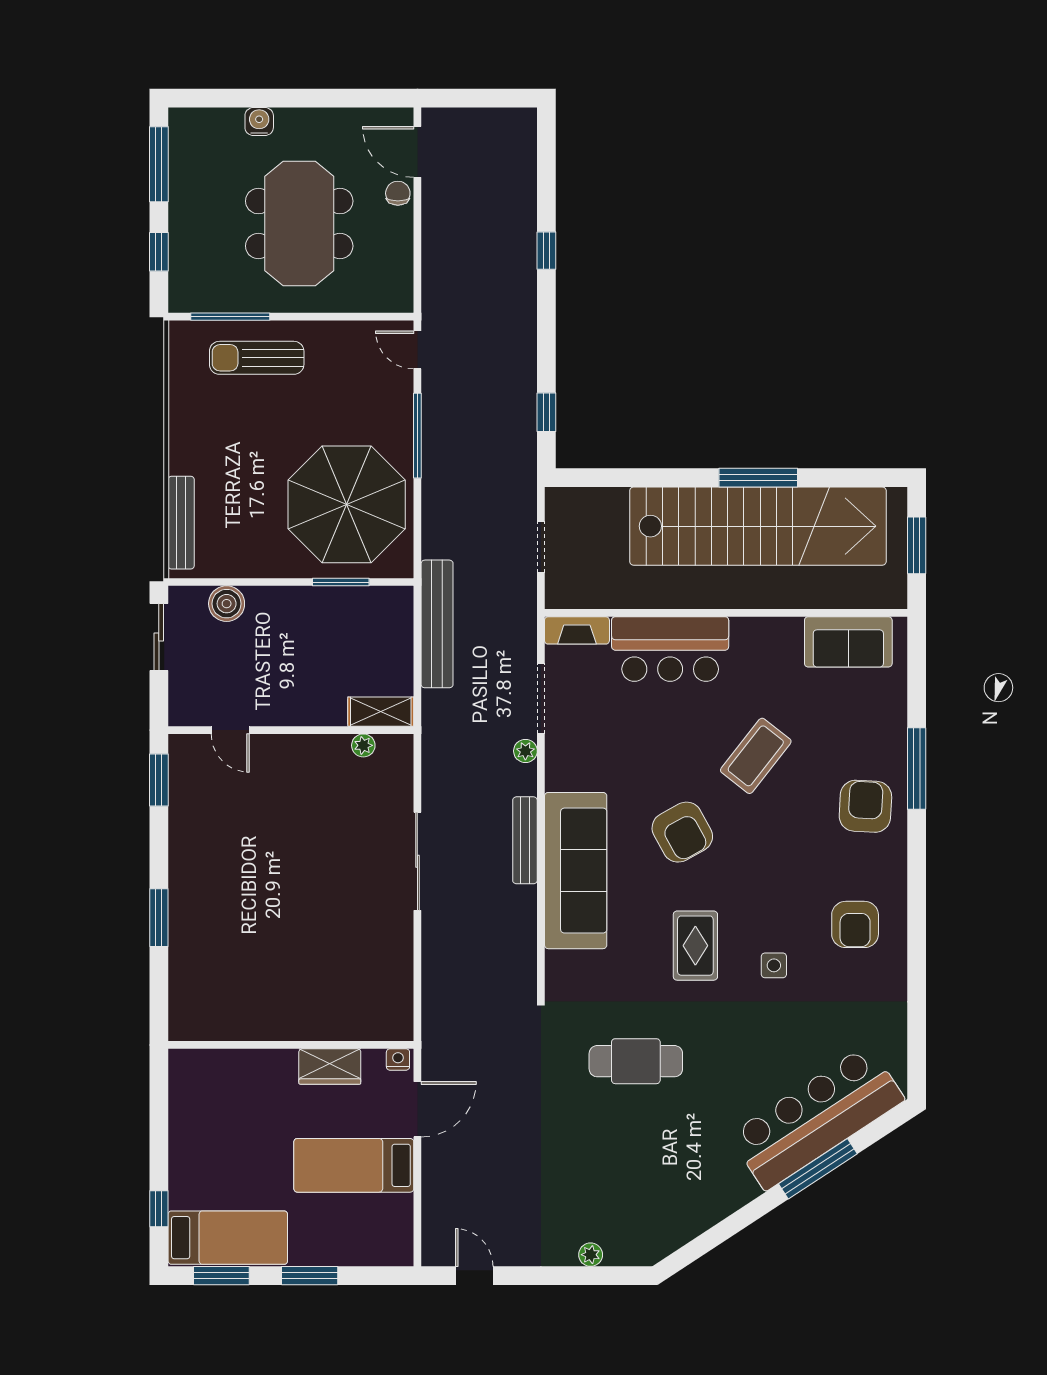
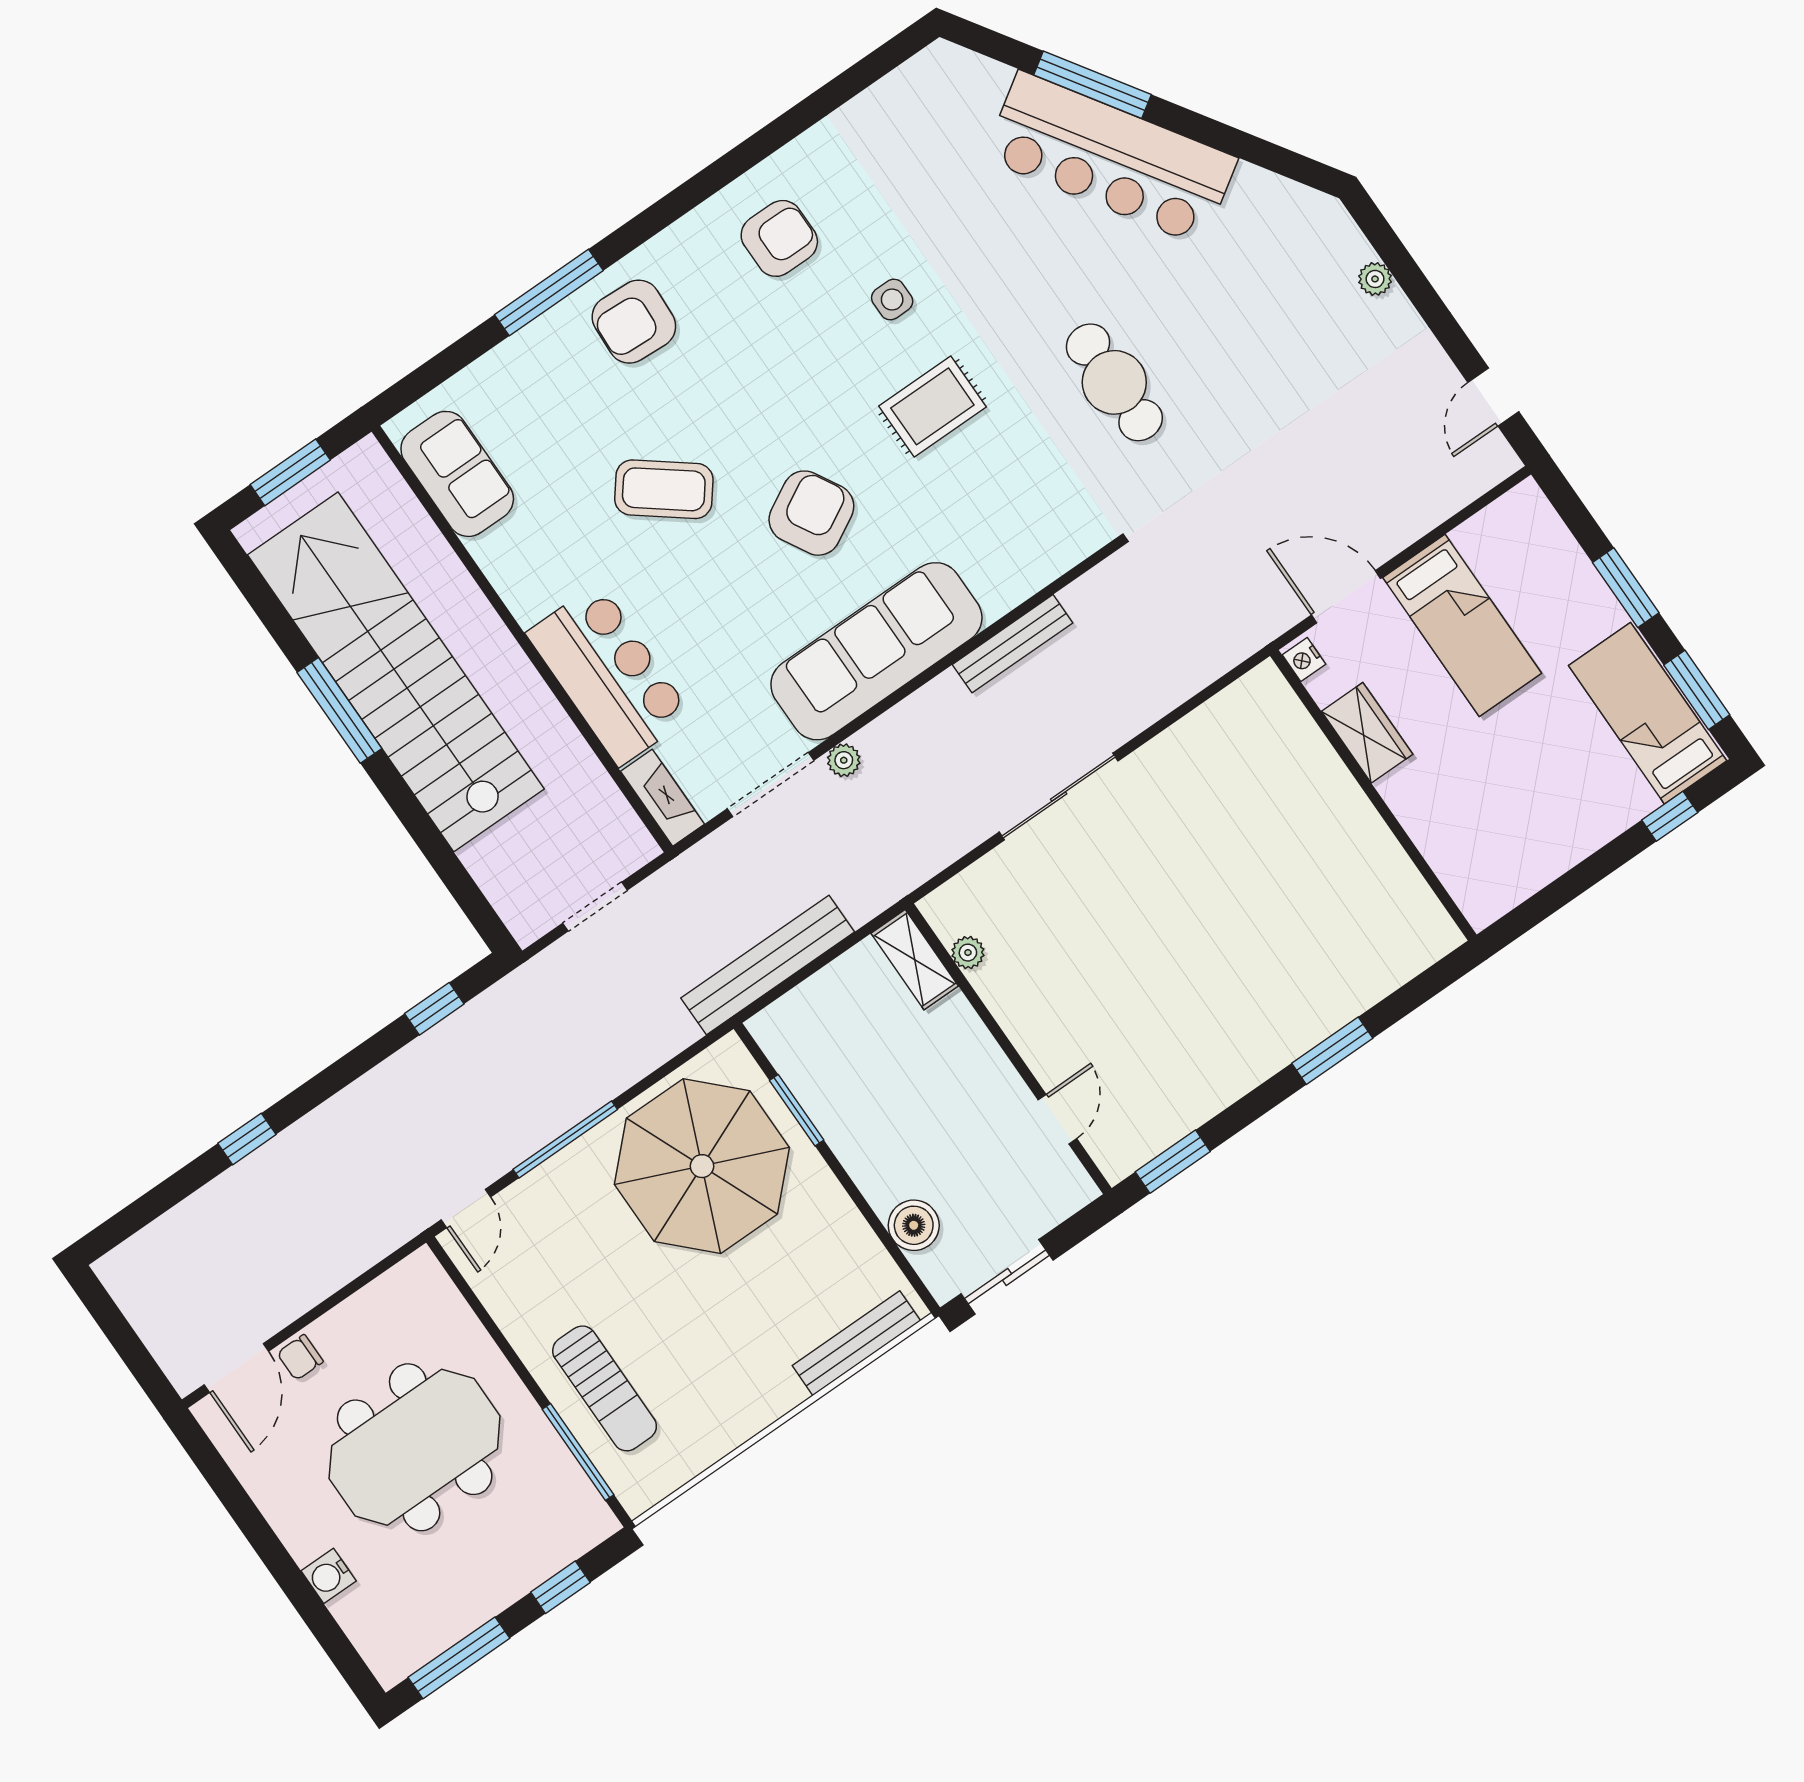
bench: (525, 840) -> (1012, 644), moved
sofa: (576, 871) -> (876, 651), moved
bar counter: (817, 1117) -> (1111, 158), moved

